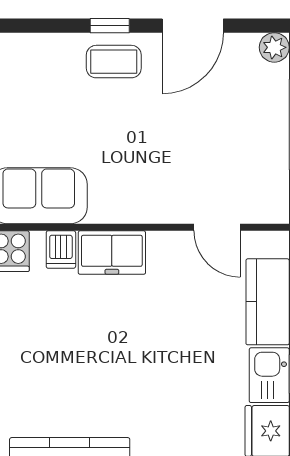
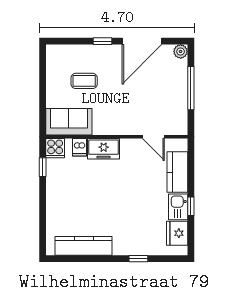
door: (193, 26) -> (142, 41), width x1.36
coffee table: (114, 62) -> (84, 81), moved

